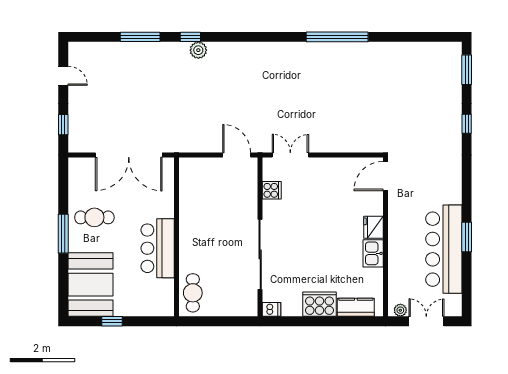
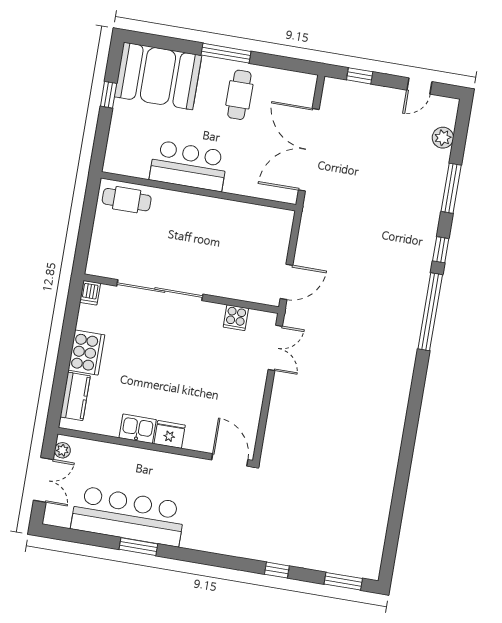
window: (337, 37) -> (430, 312), moved
plant: (198, 50) -> (443, 138), moved

